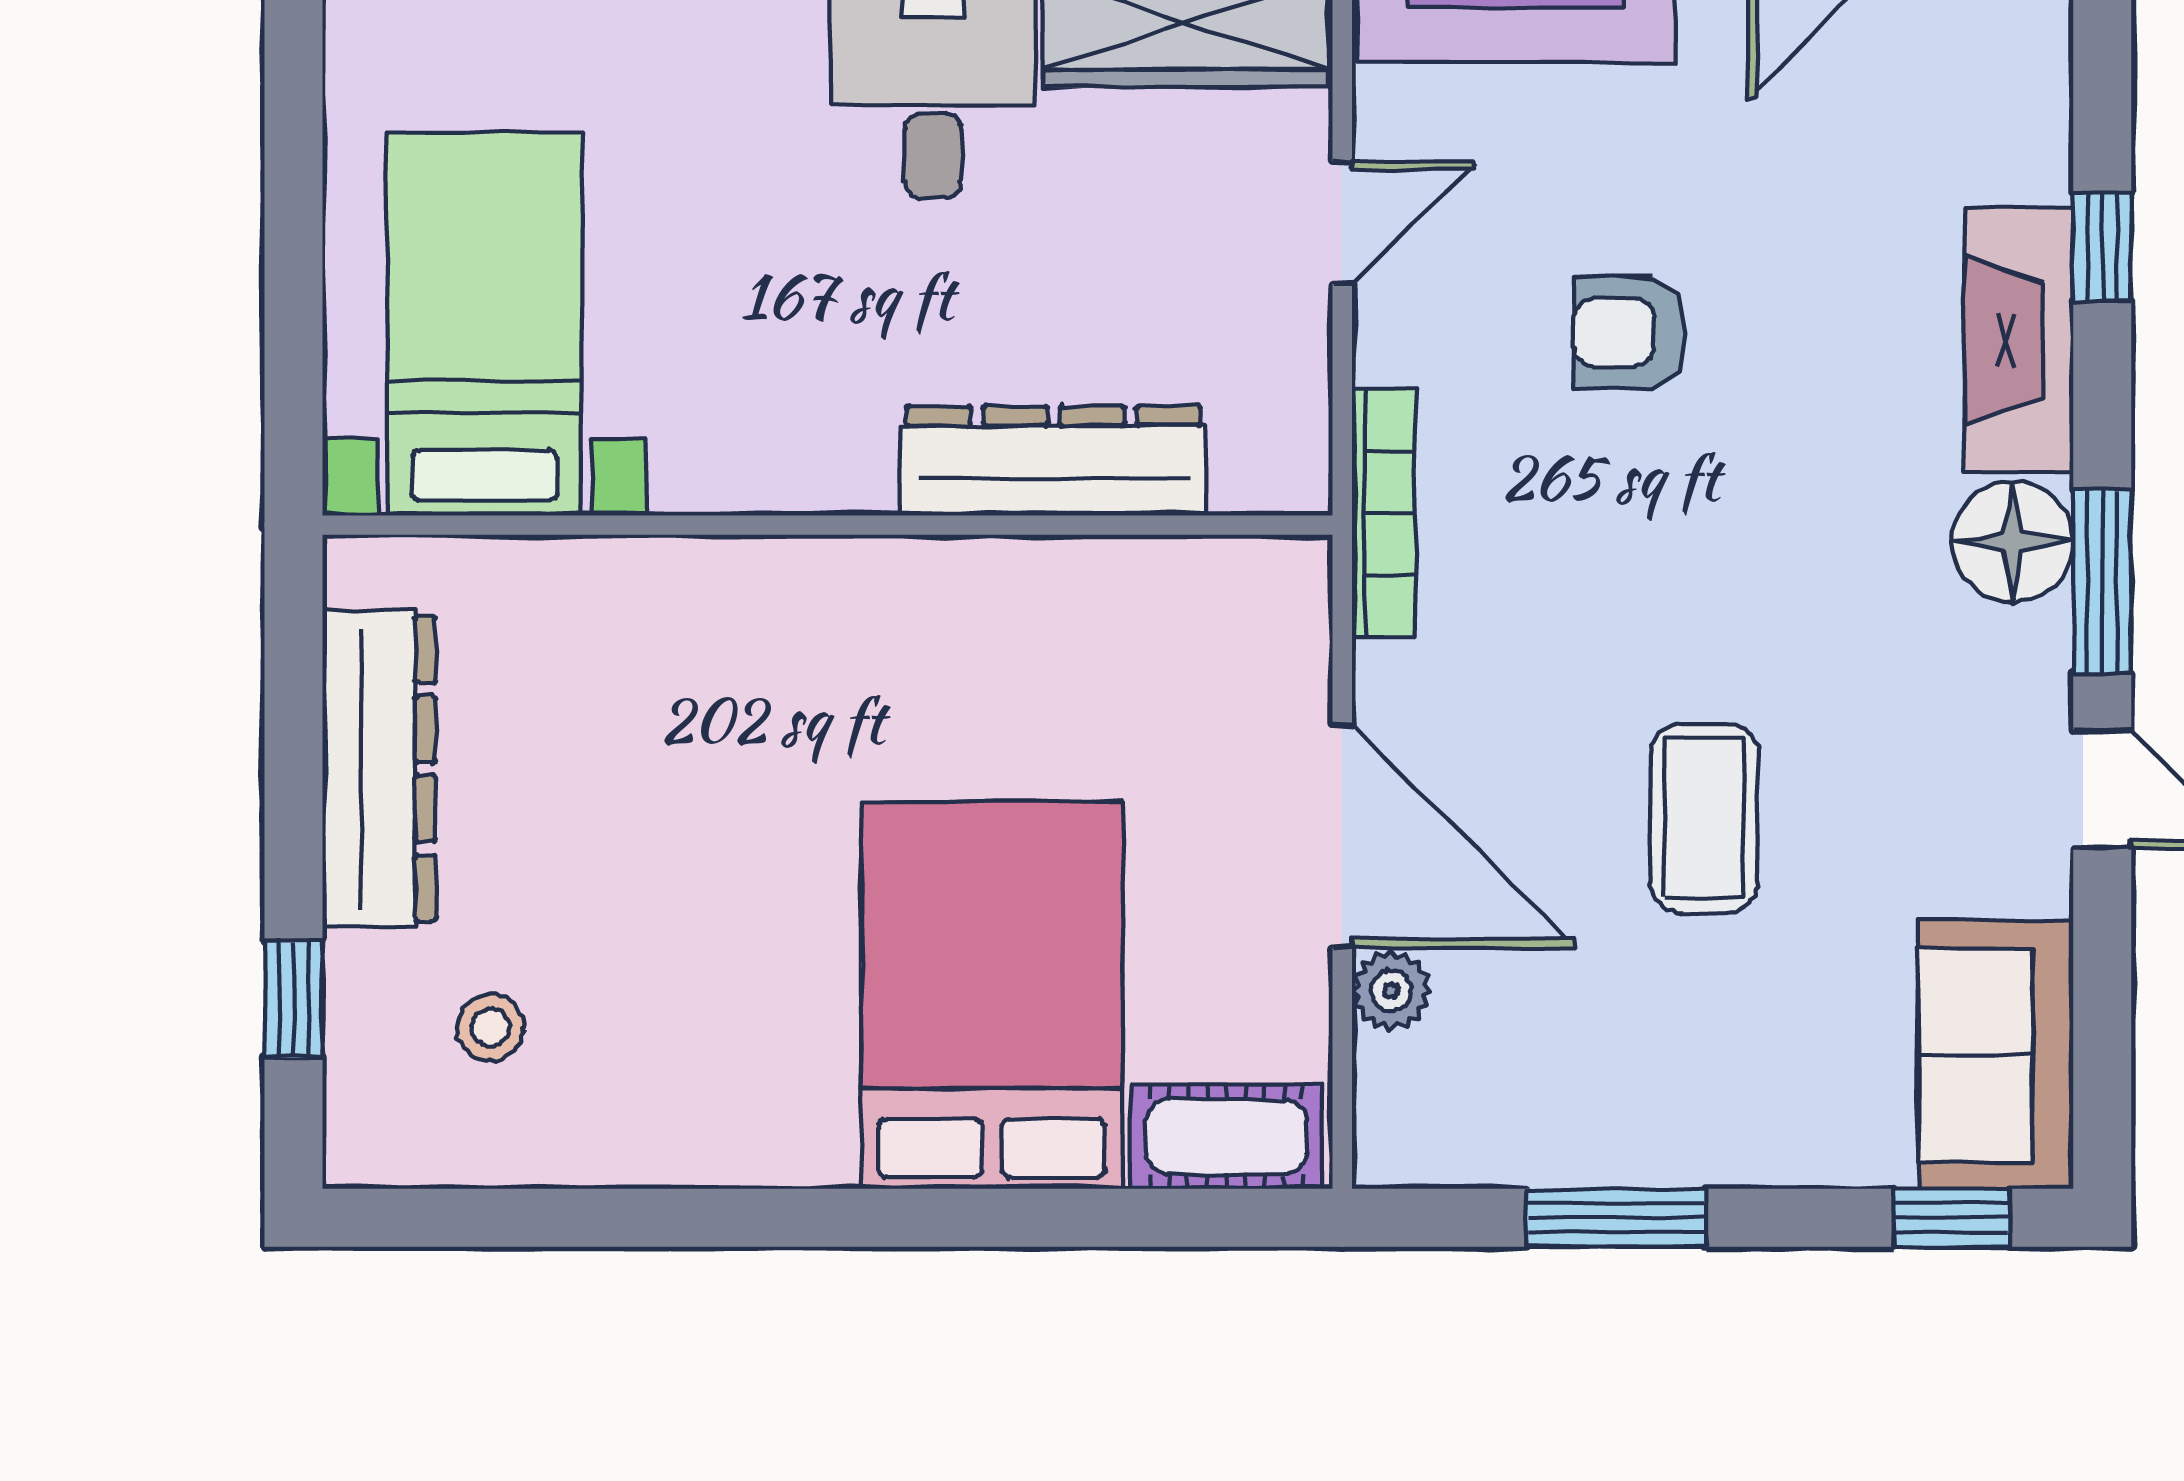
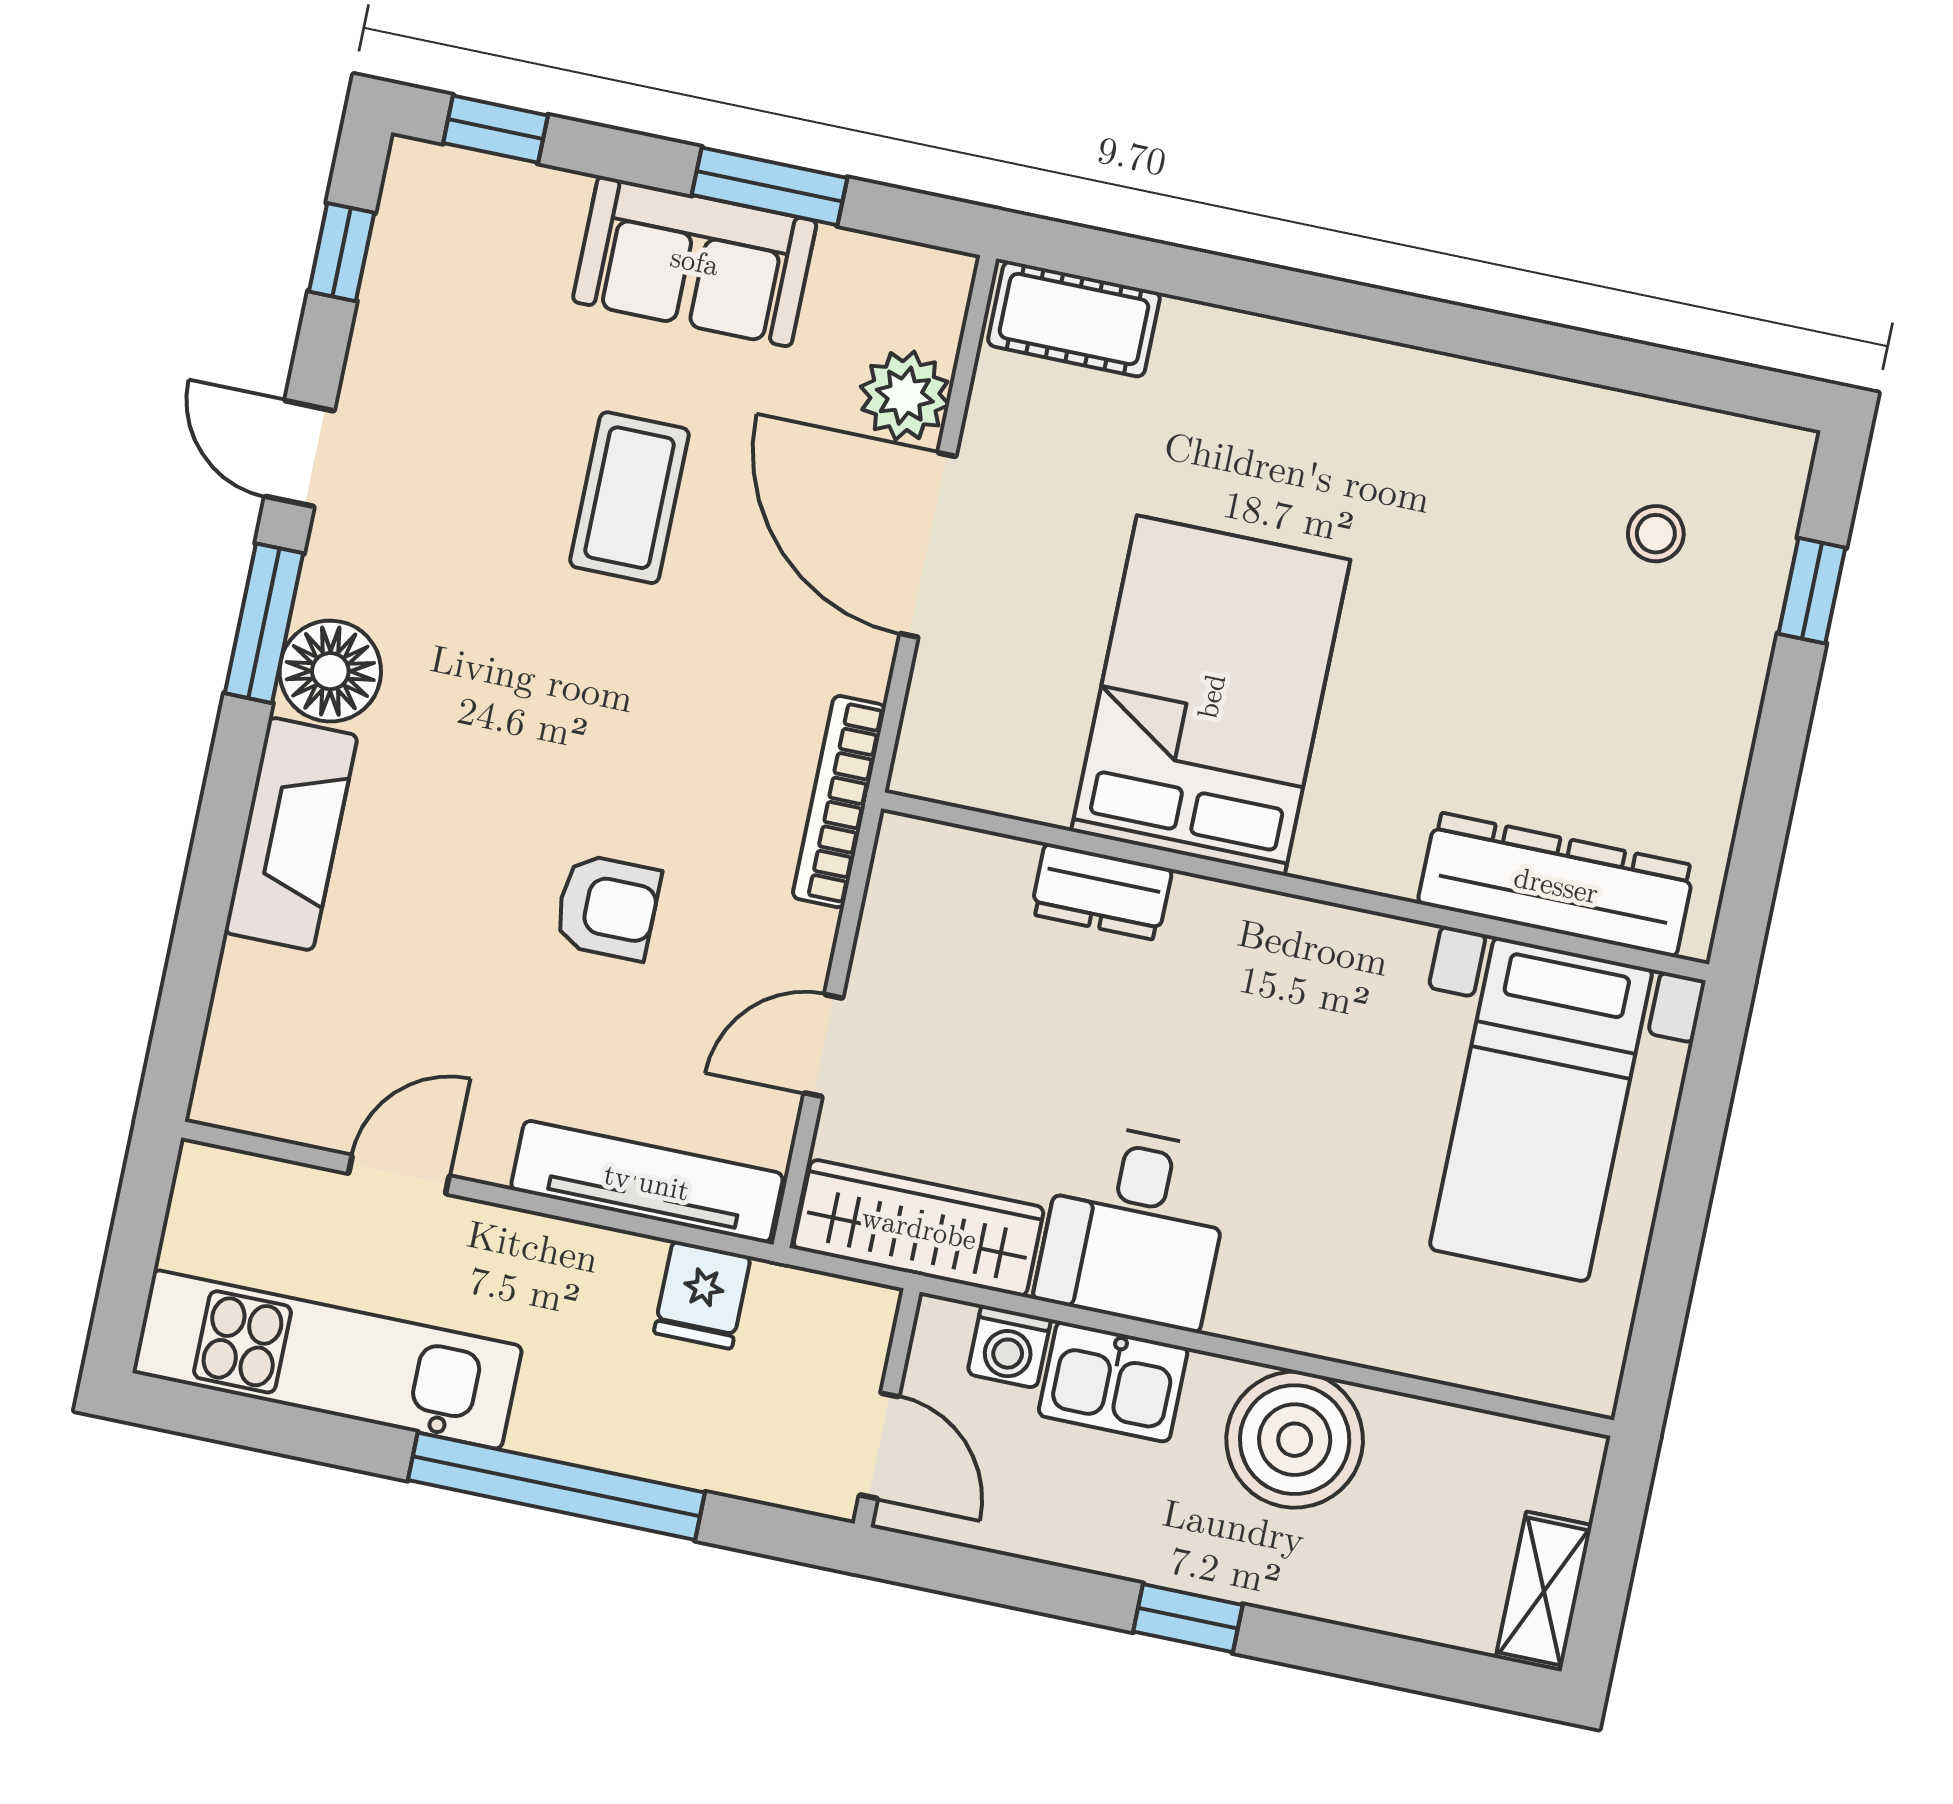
window: (2102, 247) -> (342, 252), moved
dresser: (1054, 461) -> (1101, 892), width x0.51, depth x0.80
dresser: (379, 769) -> (1556, 885), moved, turned 90
plant: (1391, 991) -> (905, 396), width x1.38, depth x1.38
bed: (992, 995) -> (1211, 696), moved, turned 180
sofa: (1996, 1055) -> (695, 261), moved, turned 90

